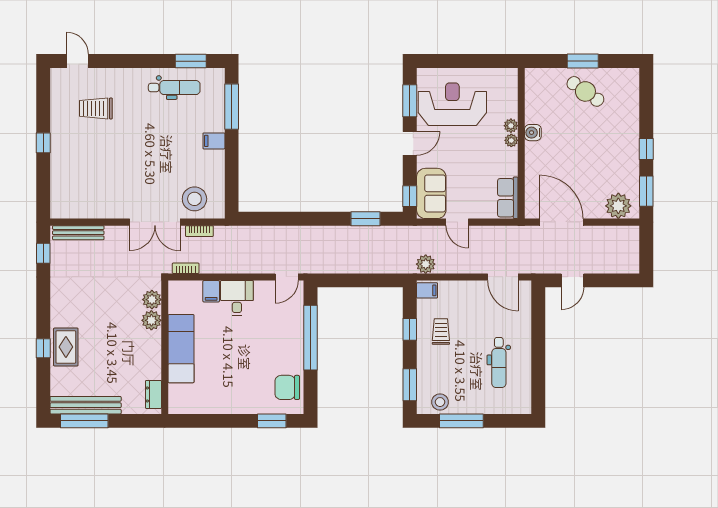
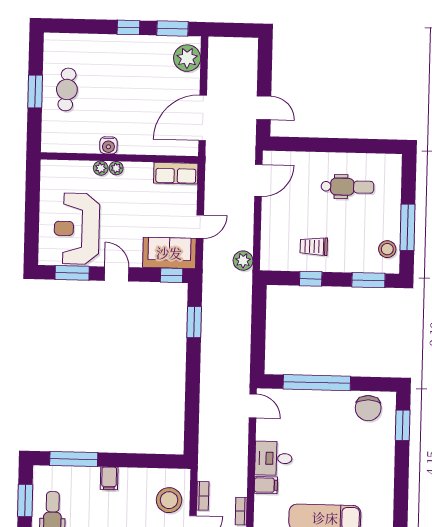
cafe table: (585, 91) -> (67, 89), turned -30
filing cabinet: (427, 290) -> (270, 260), removed

